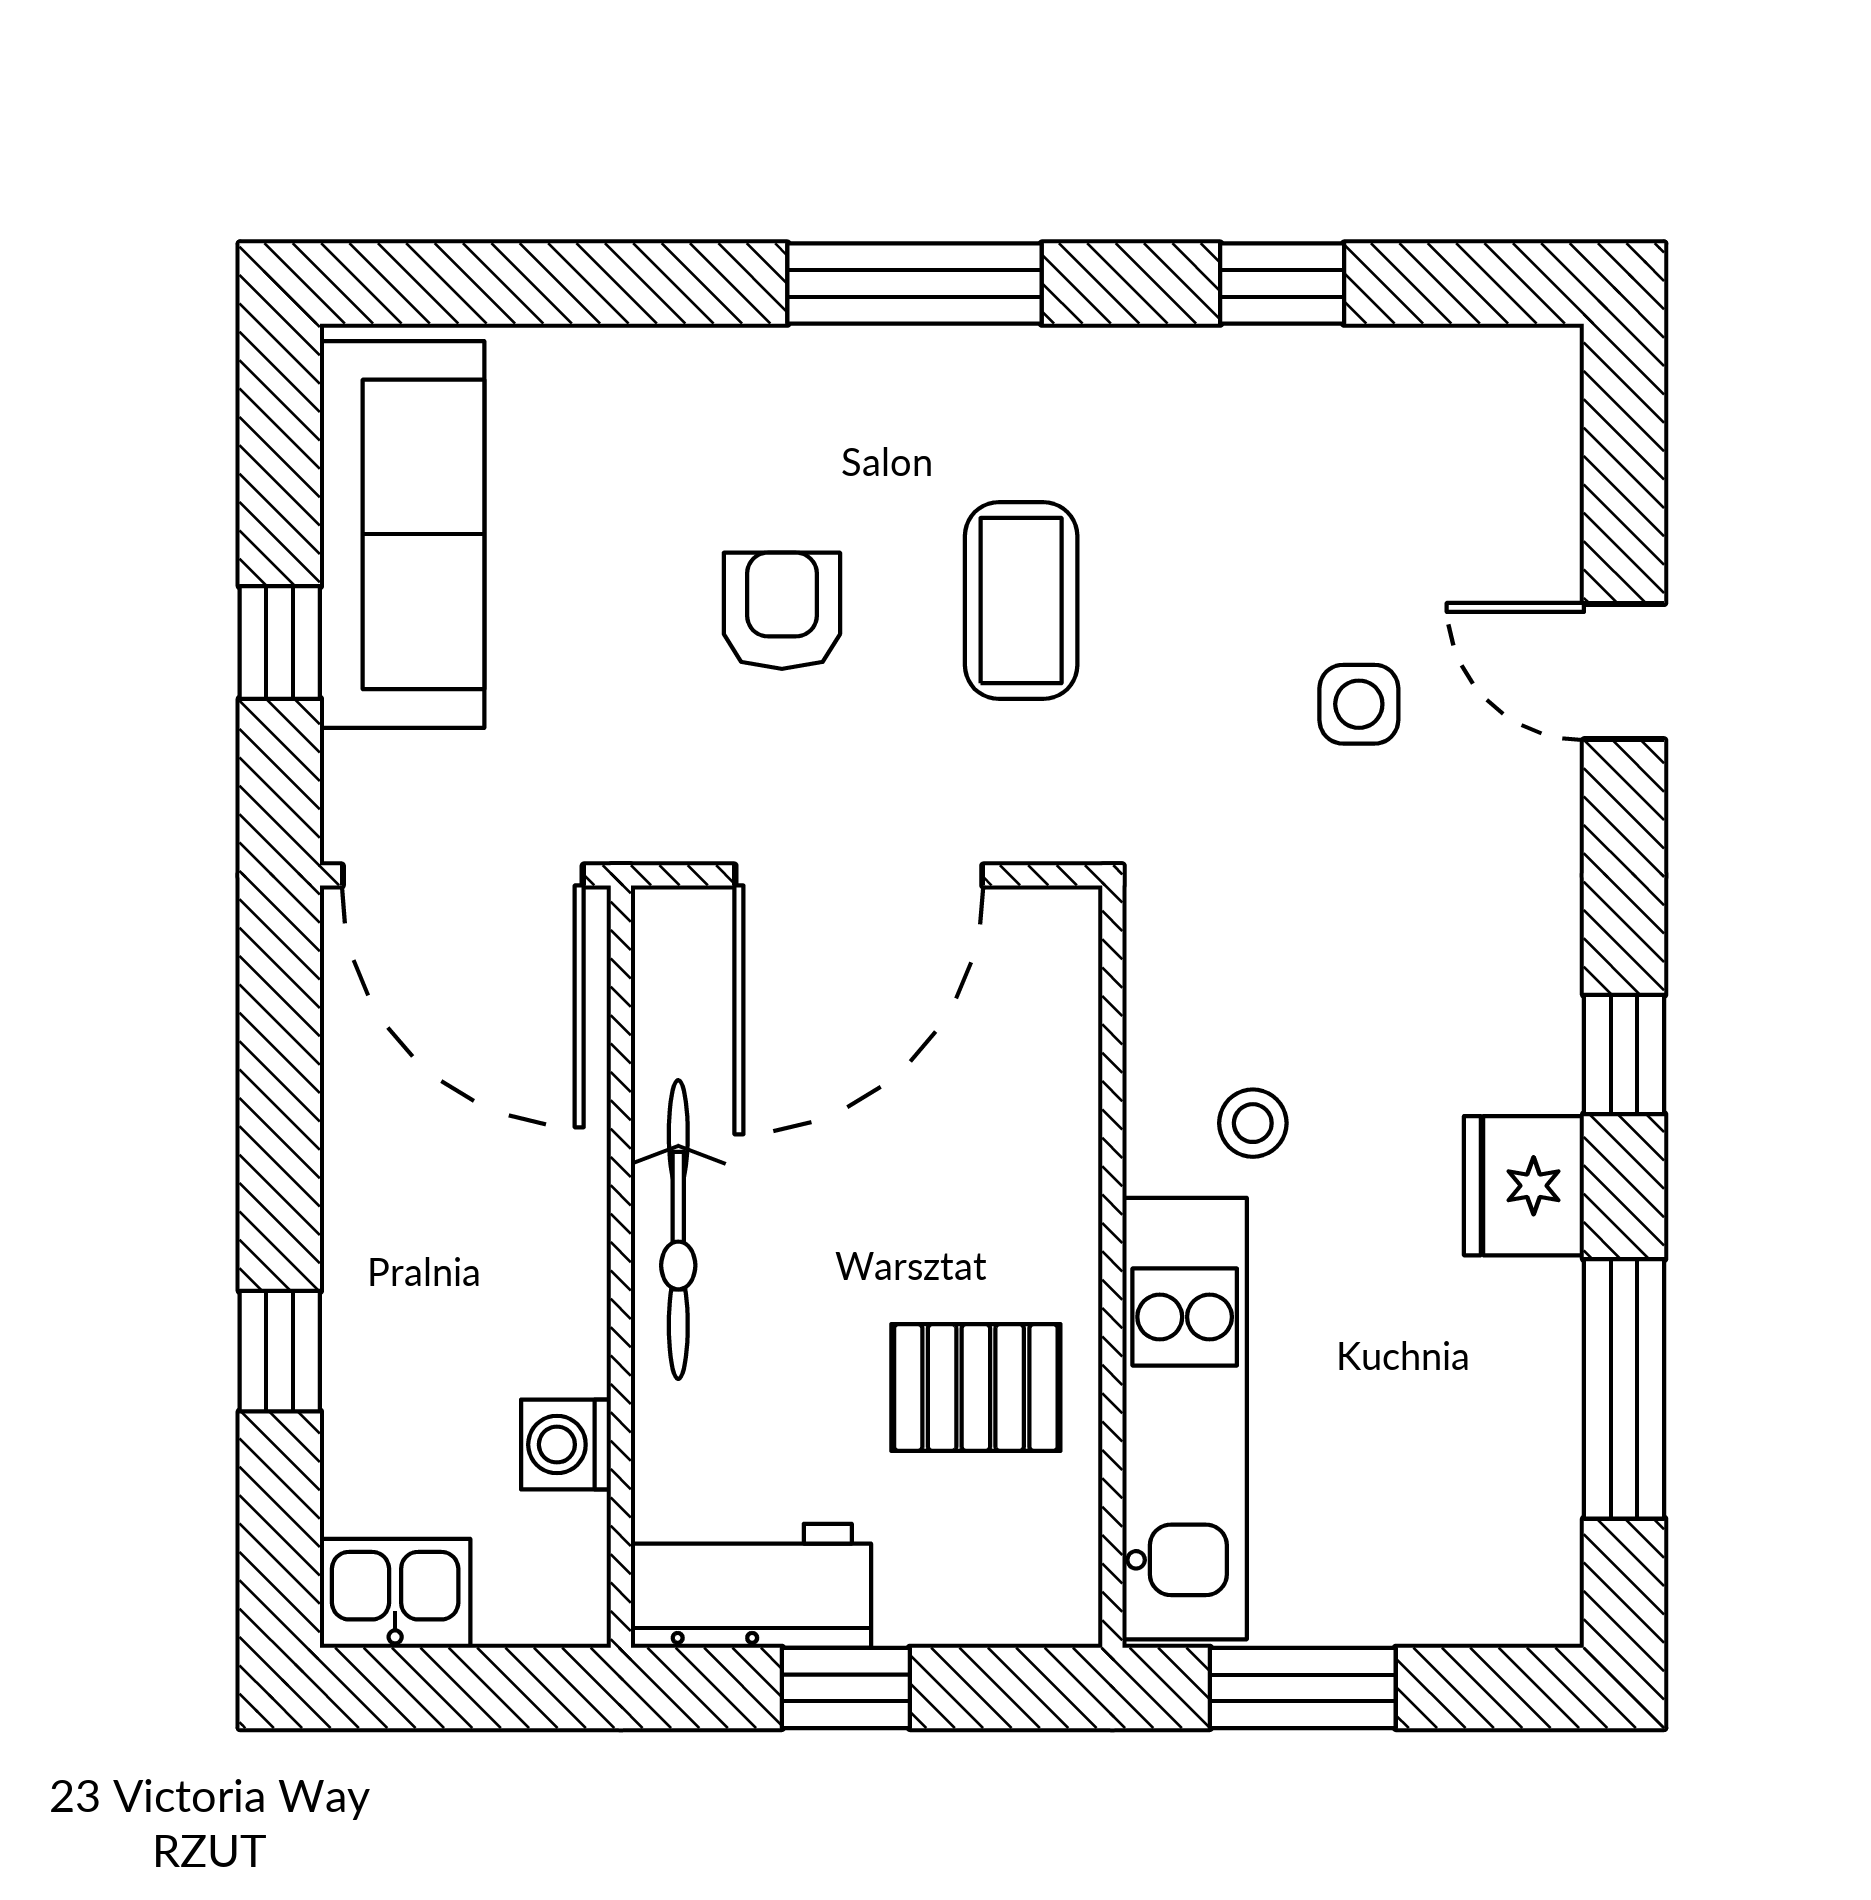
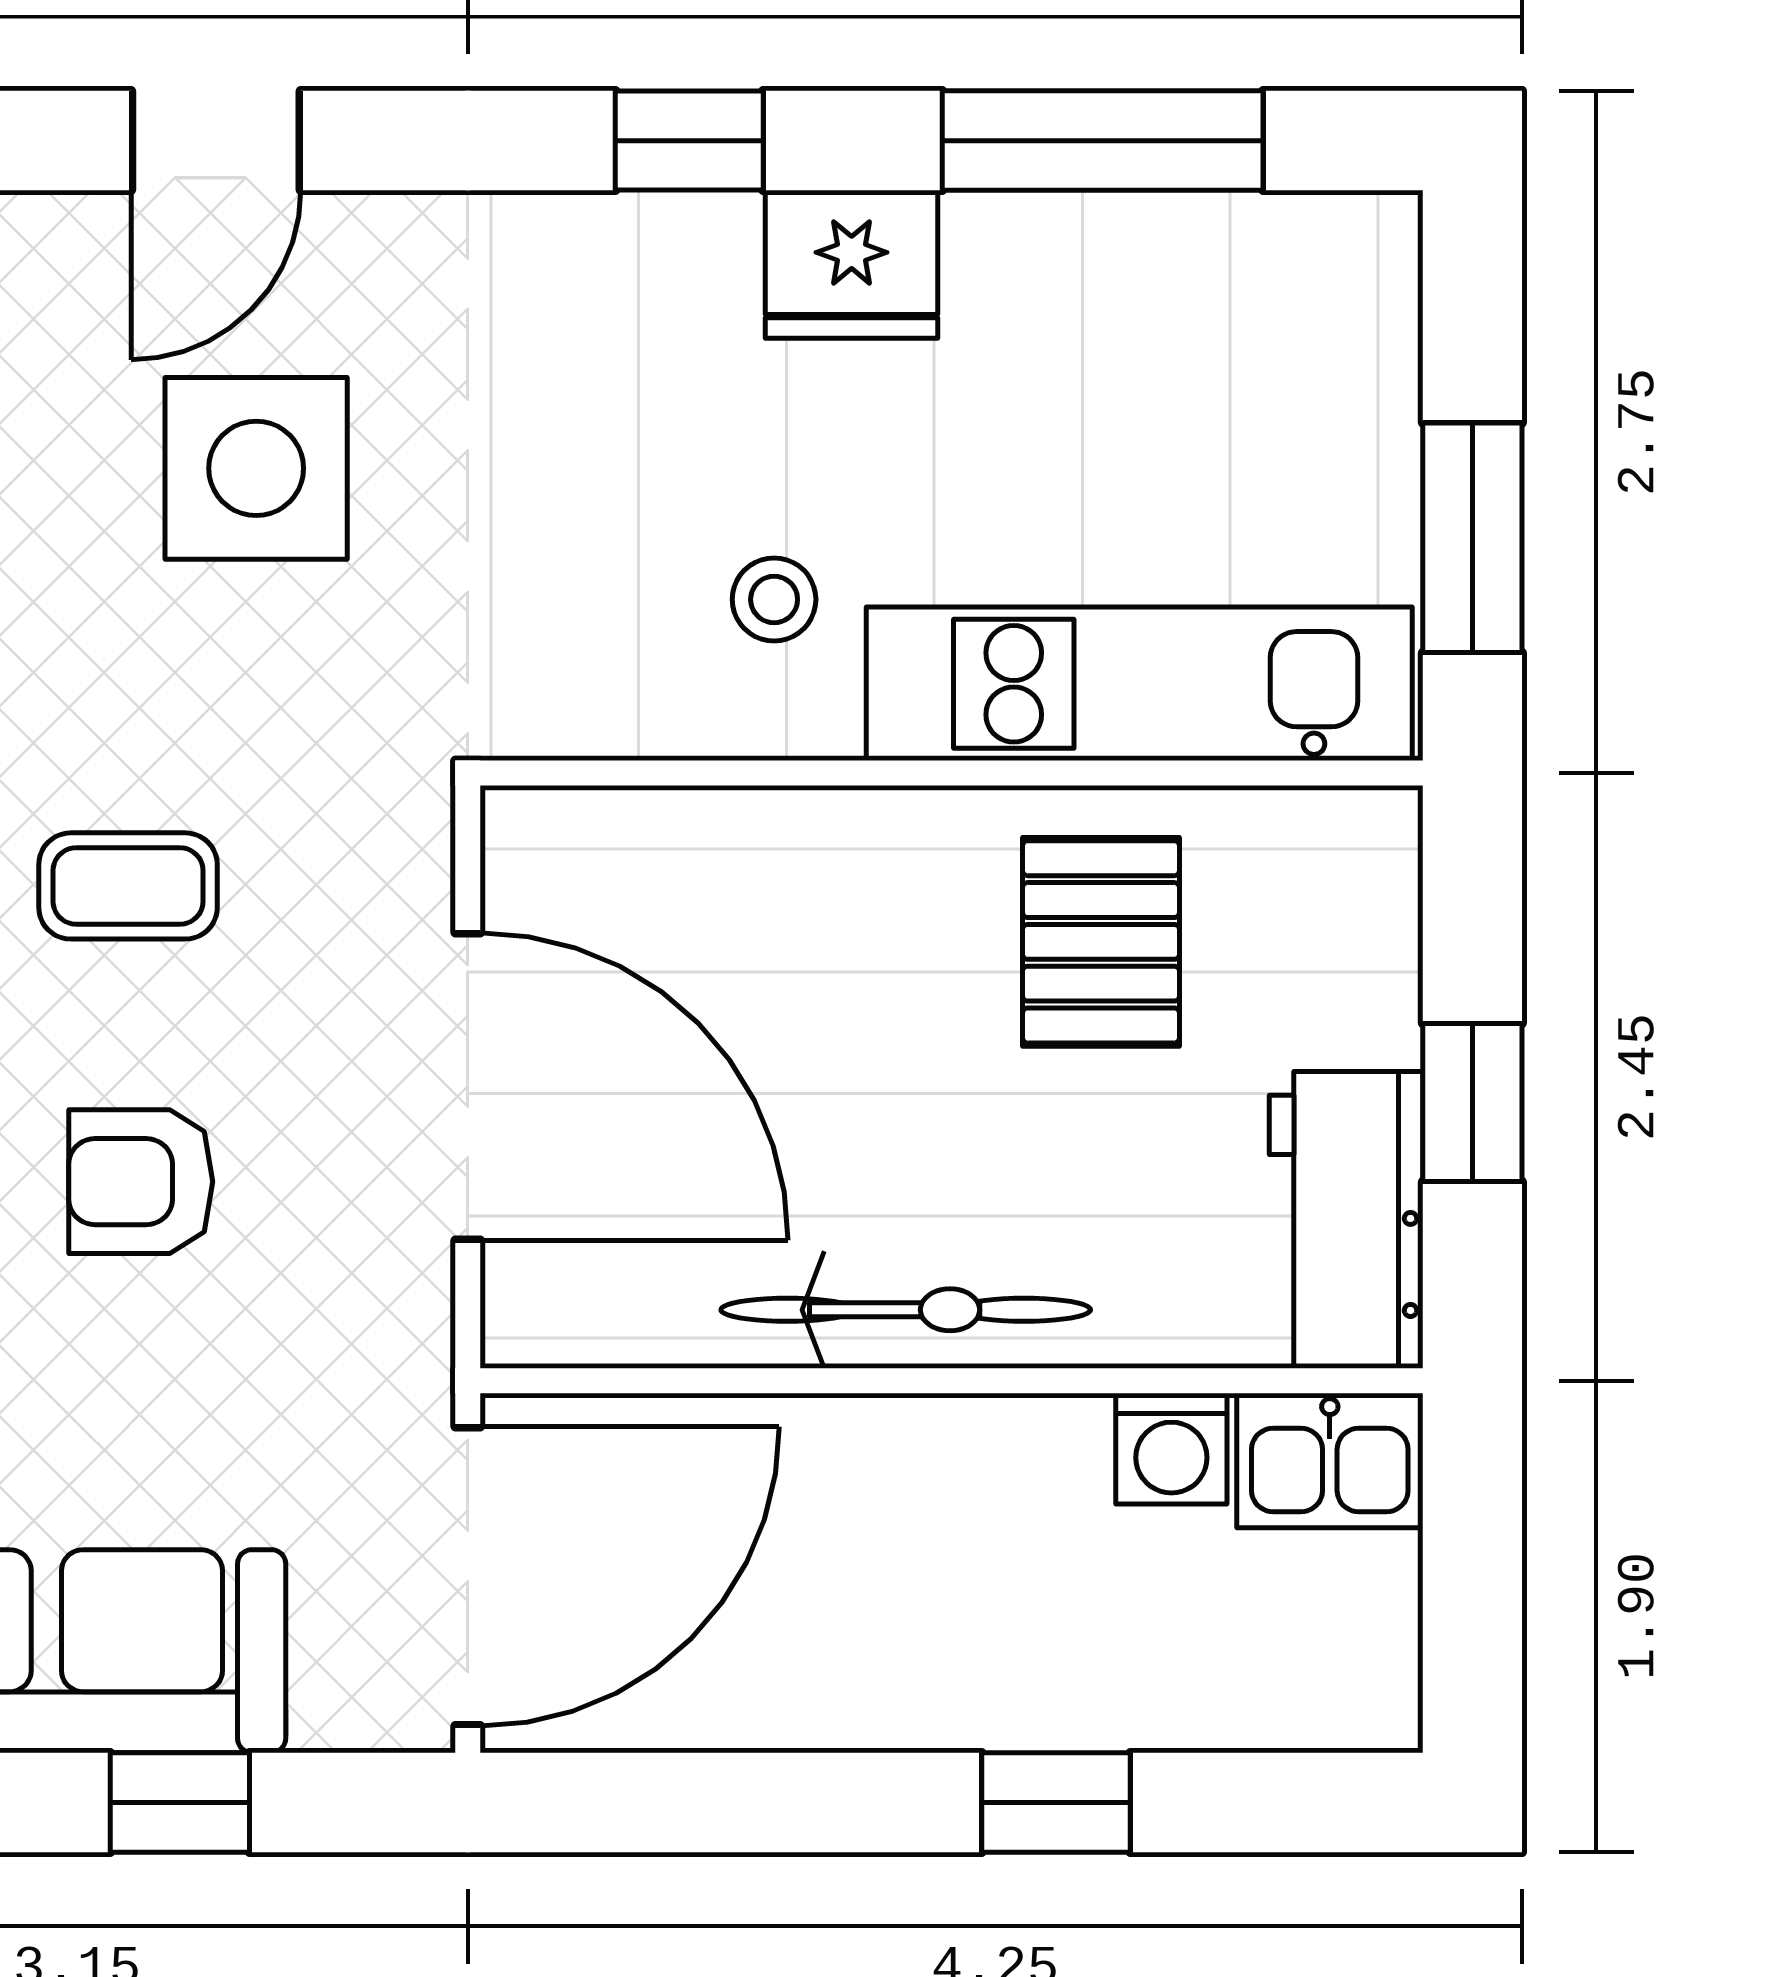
coffee table: (1021, 601) -> (128, 886), width x0.73, depth x0.77
side table: (1359, 704) -> (256, 468), width x1.87, depth x1.87
kitchen sink: (395, 1593) -> (1330, 1461), moved, turned -90

